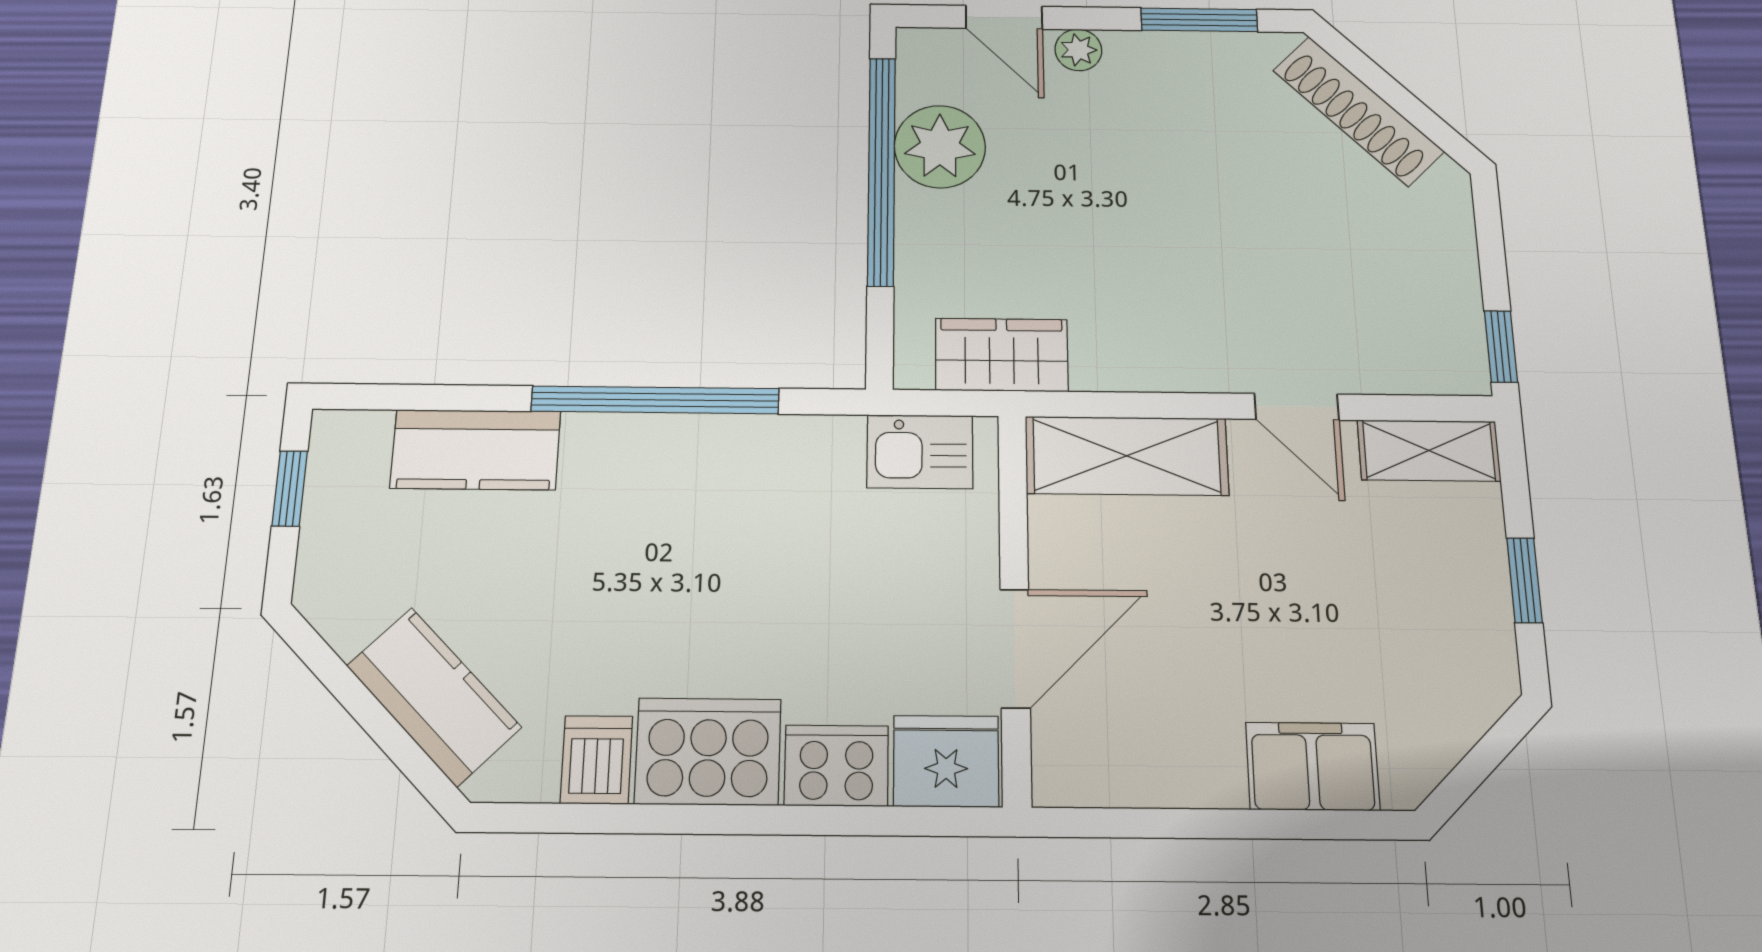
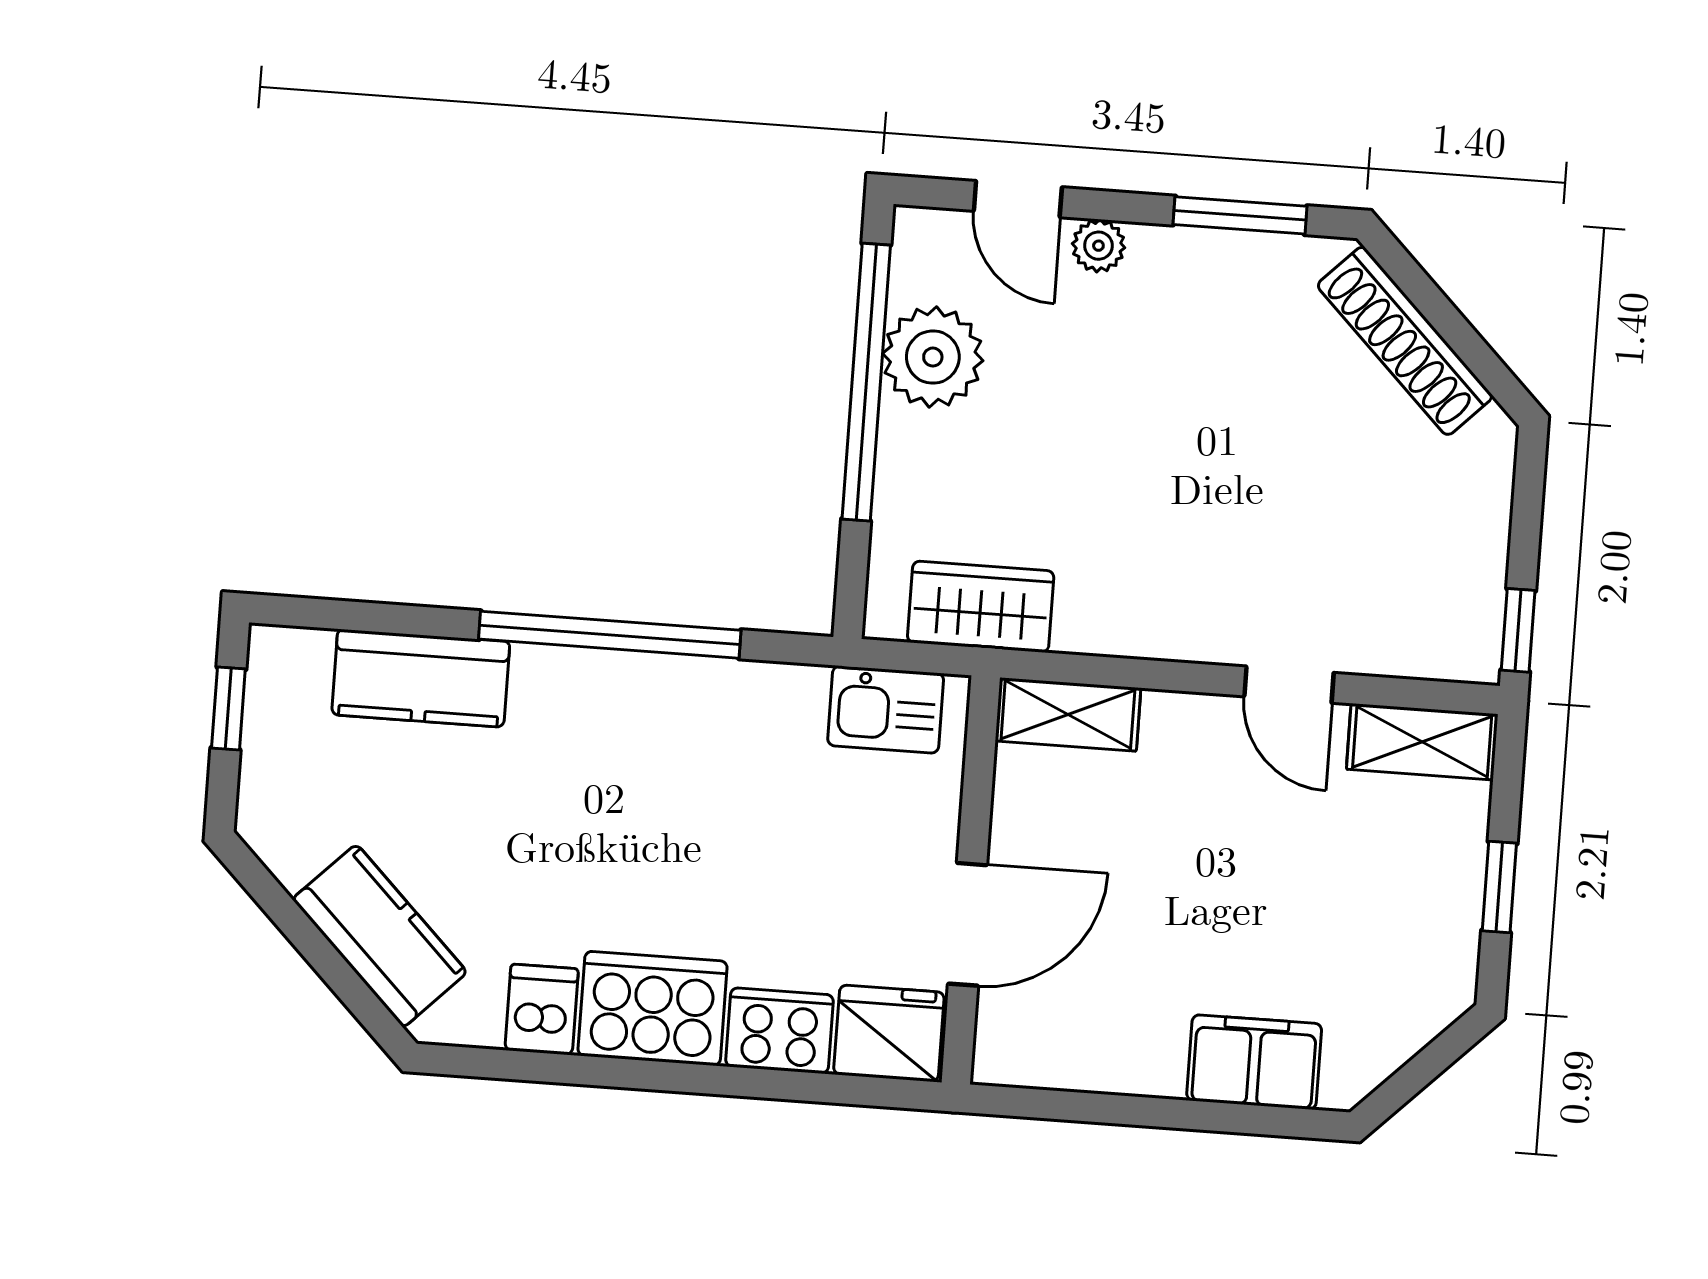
shelving: (1127, 456) -> (1068, 714), width x0.67, depth x0.75

